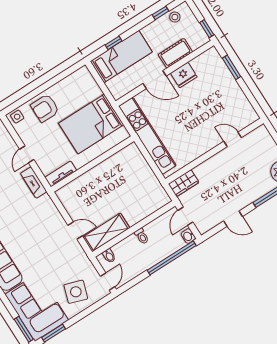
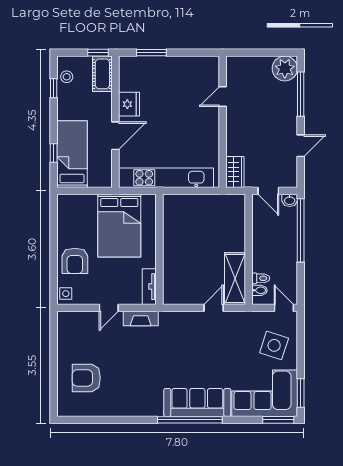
cot: (175, 53) -> (102, 74), moved
door: (27, 154) -> (109, 308), hinge flipped
toilet: (142, 236) -> (261, 278), moved

